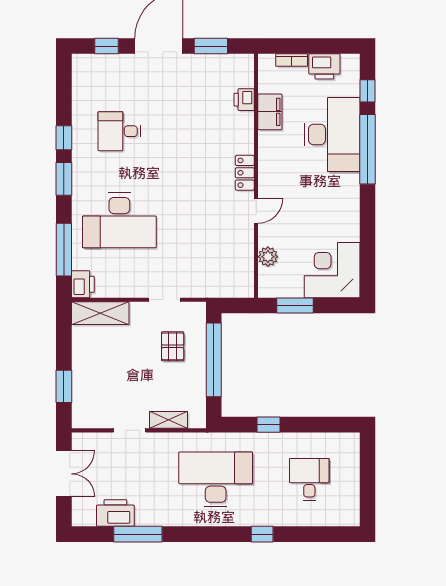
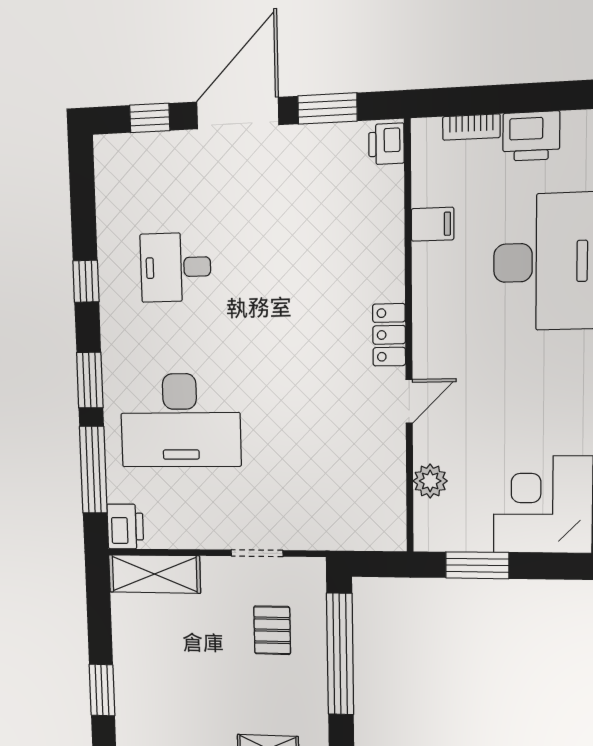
printer: (244, 100) -> (386, 144), moved
filing cabinet: (270, 112) -> (433, 224), width x0.50
window: (64, 179) -> (90, 380), moved

